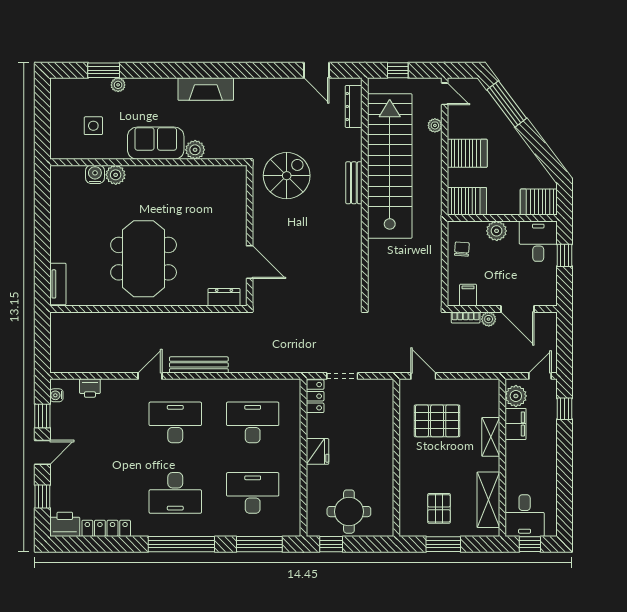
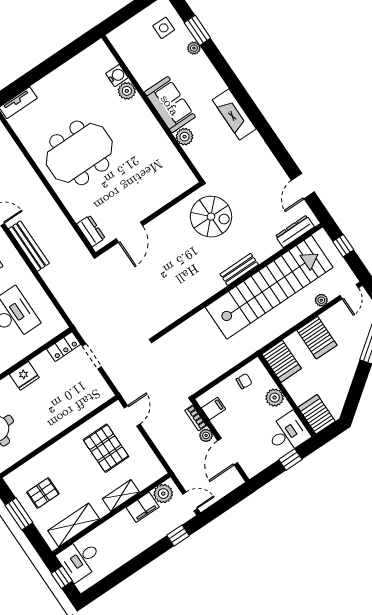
side table: (93, 126) -> (164, 28), moved

